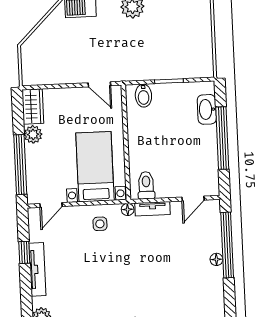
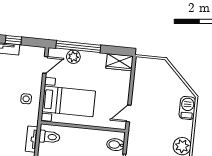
plant: (33, 134) -> (73, 57), moved
door: (51, 205) -> (45, 65), swing flipped
floor lamp: (128, 209) -> (34, 121), removed

